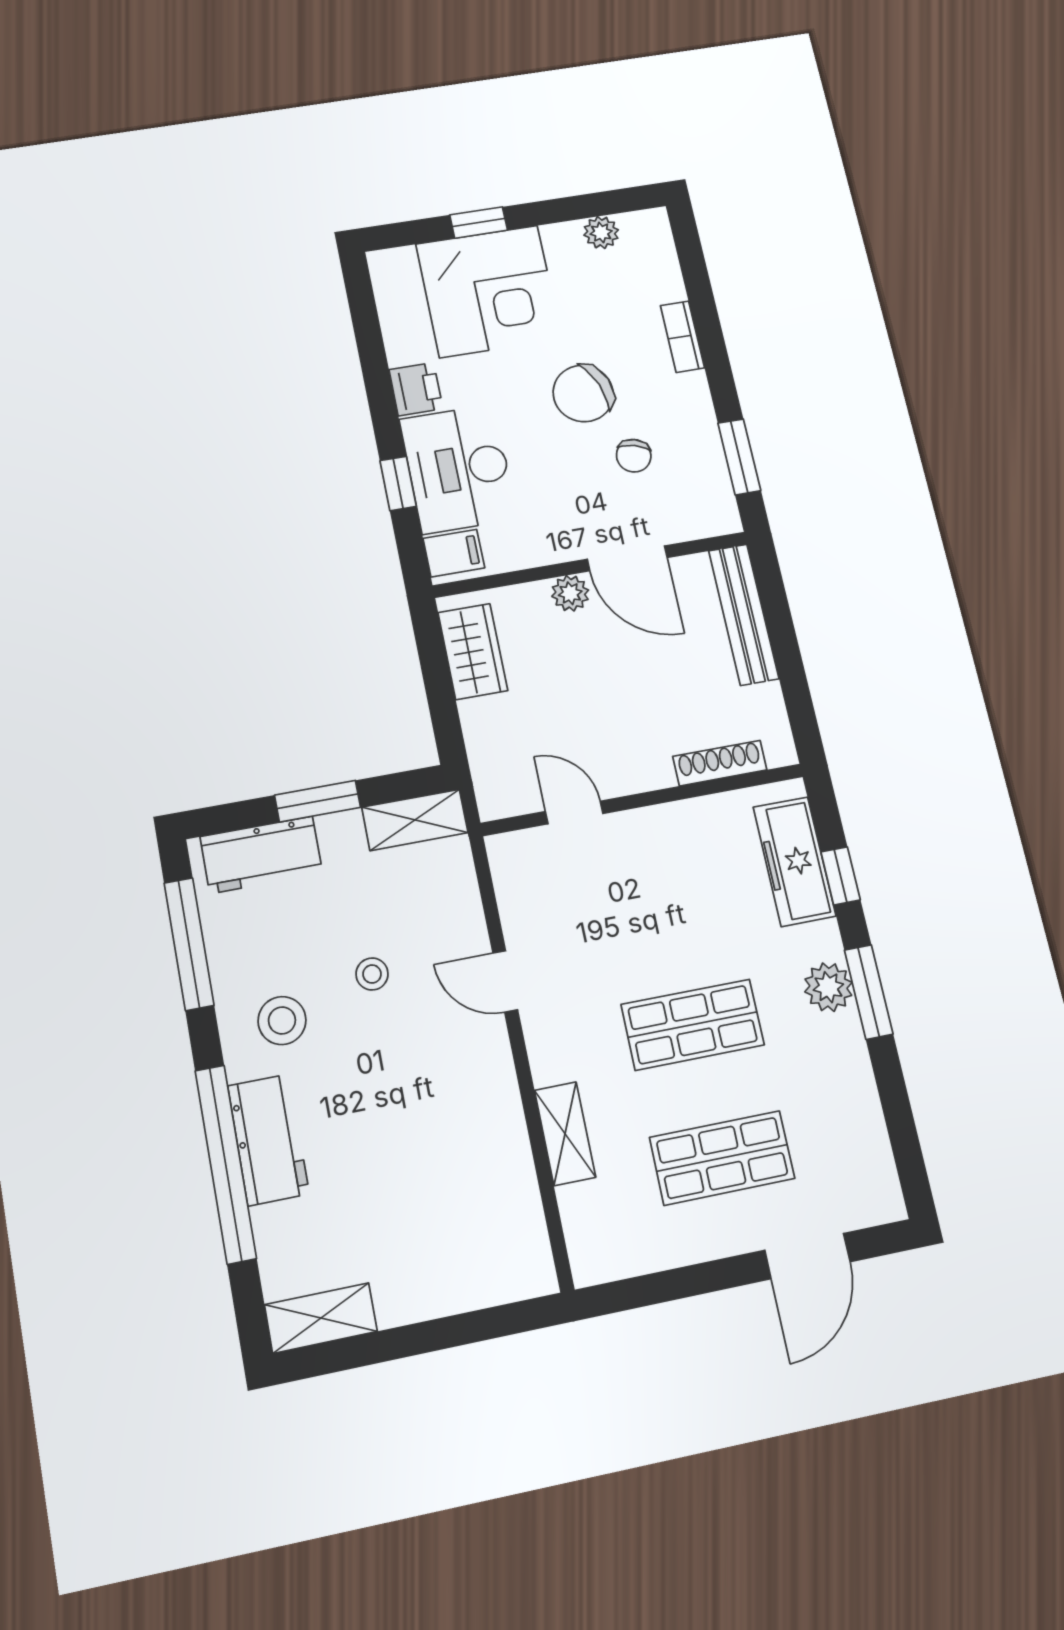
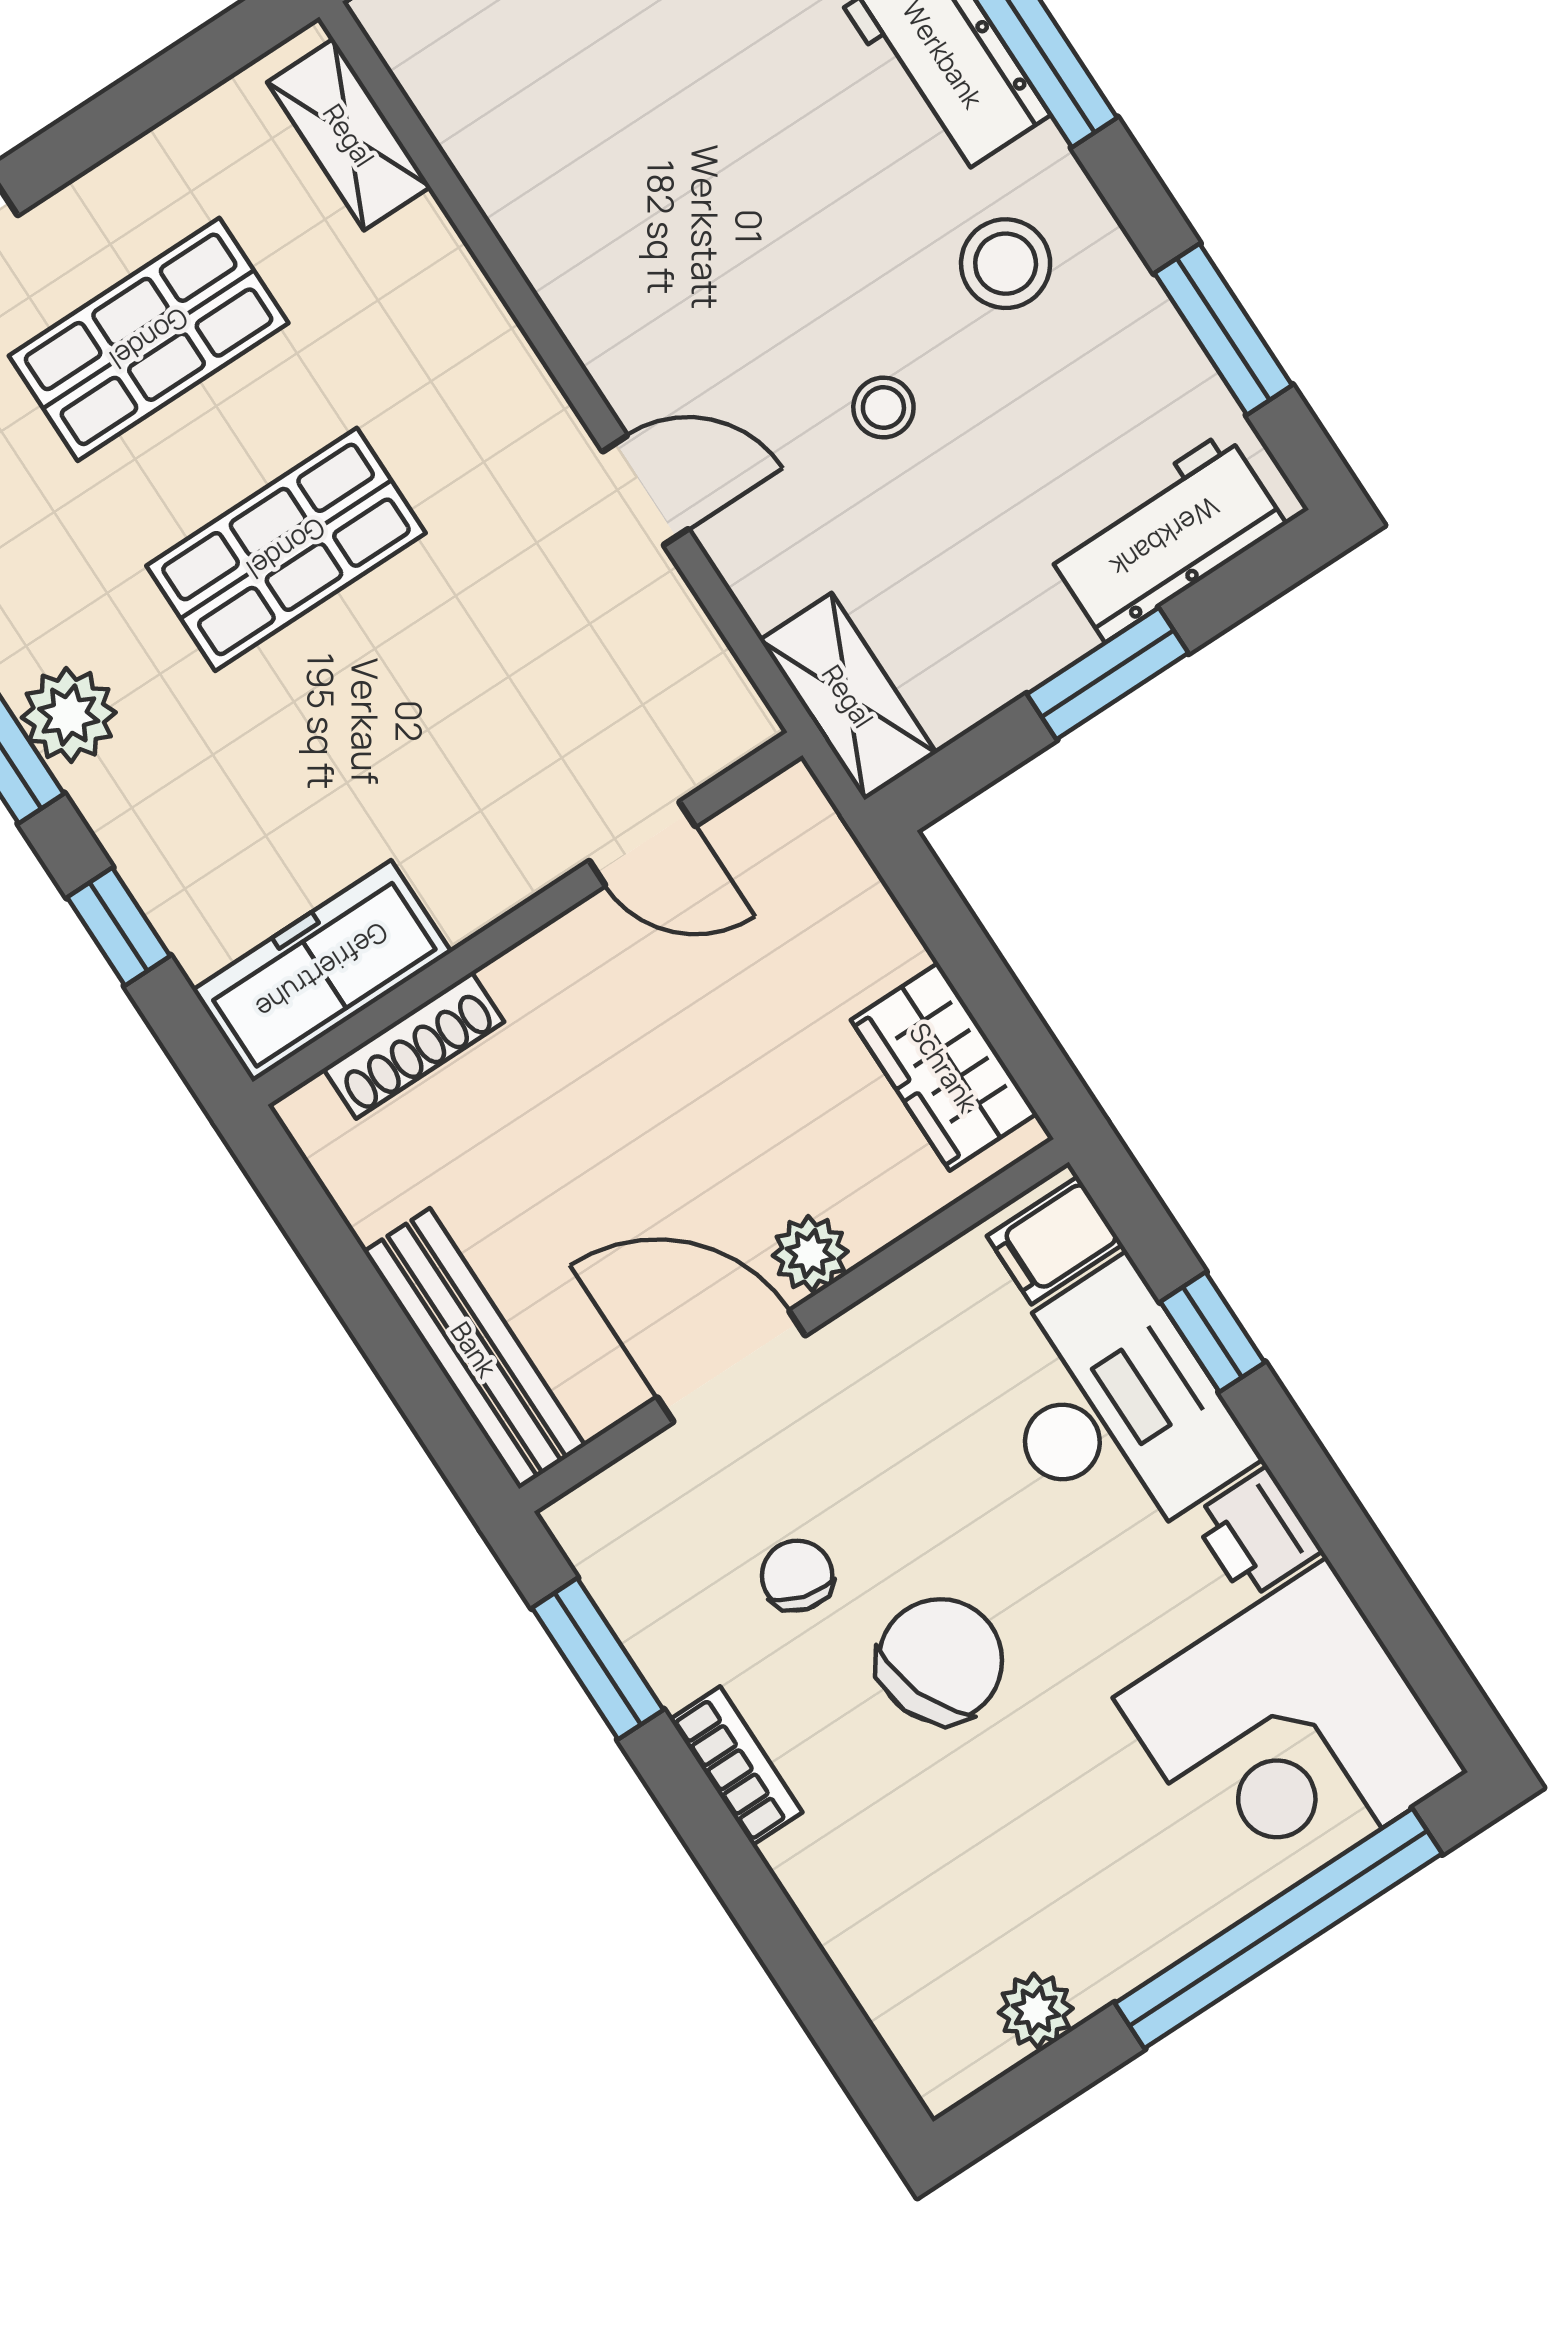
window: (479, 222) -> (1278, 1928), width x3.17
corner desk: (489, 291) -> (1290, 1735), moved, turned -90
bookcase: (682, 337) -> (736, 1766), moved
shelving: (415, 820) -> (848, 696), moved, turned 90
freezer: (794, 861) -> (322, 971), moved, turned -90
window: (189, 944) -> (1223, 329), width x0.69
shelving: (565, 1134) -> (349, 135), moved

